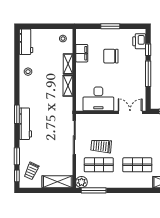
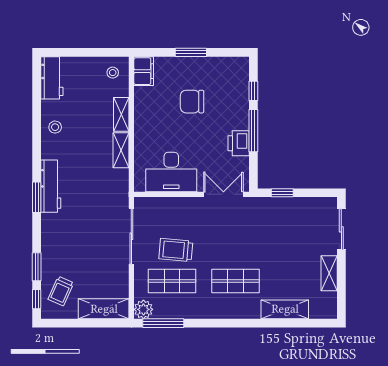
printer: (139, 41) -> (239, 143), moved
filing cabinet: (82, 53) -> (144, 71), moved
workbench: (25, 124) -> (51, 186), moved

